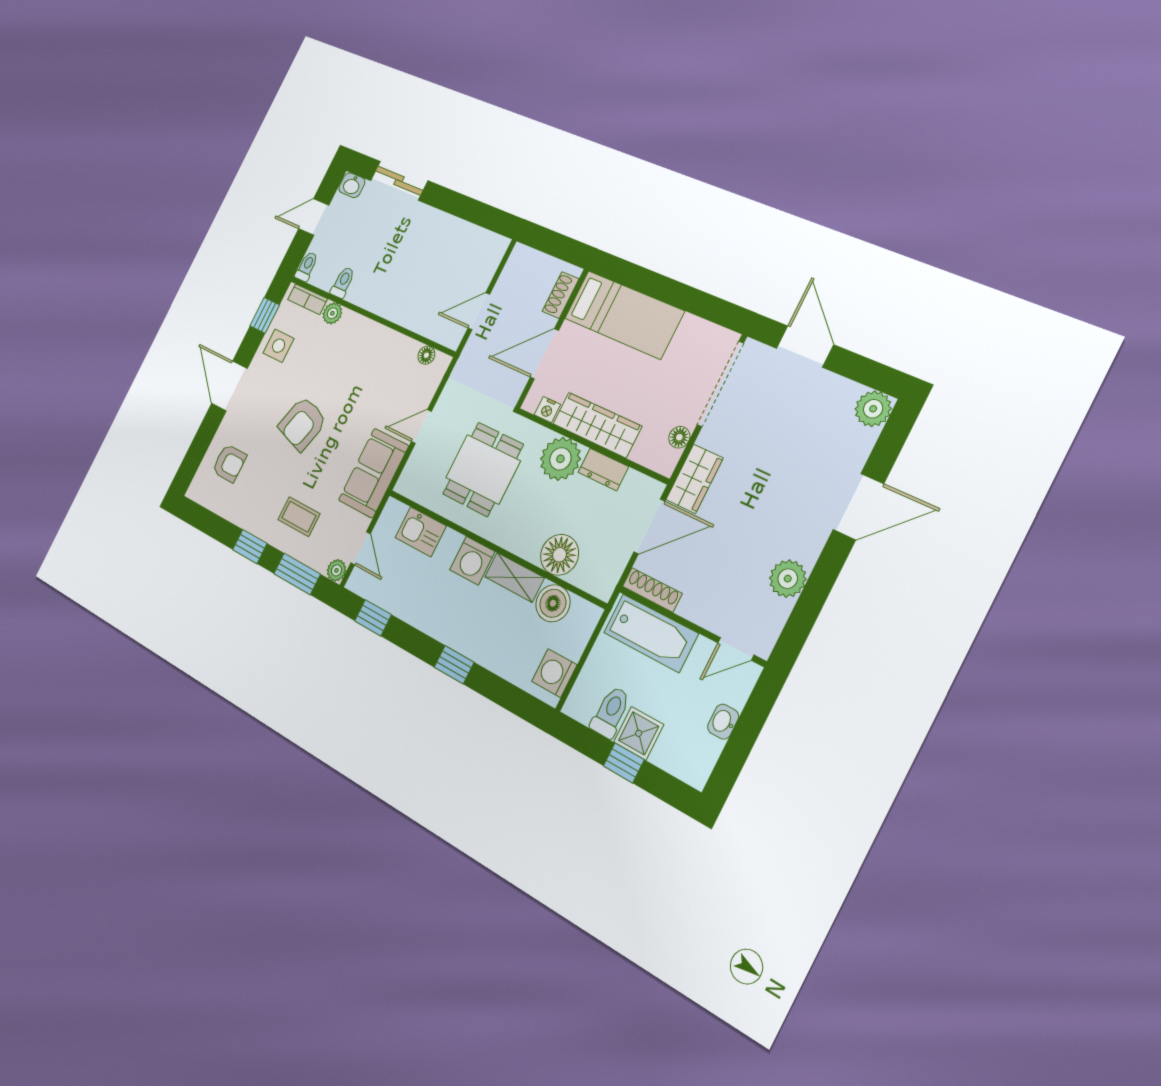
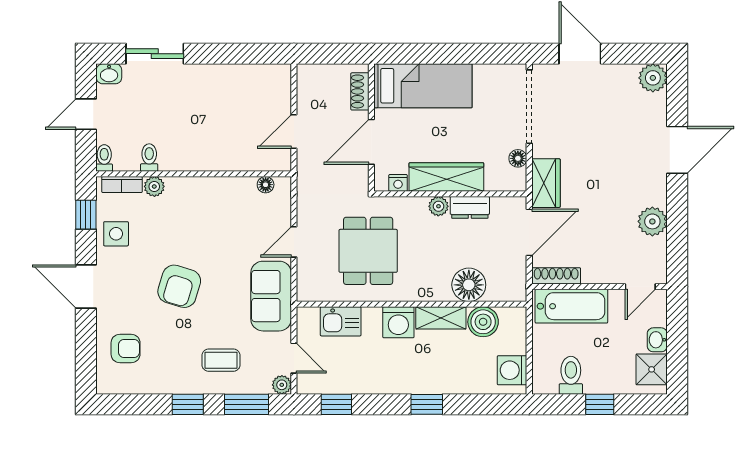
plant: (560, 459) -> (438, 206), width x0.53, depth x0.53
shower: (639, 733) -> (652, 369), moved

